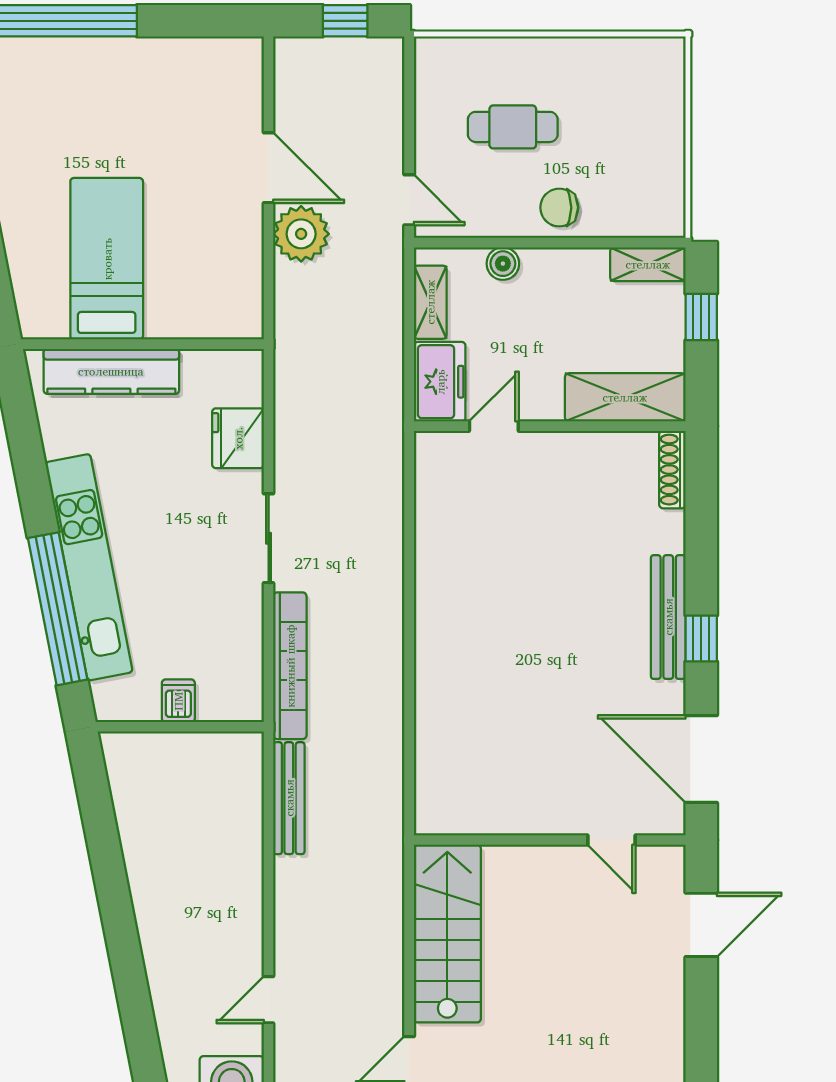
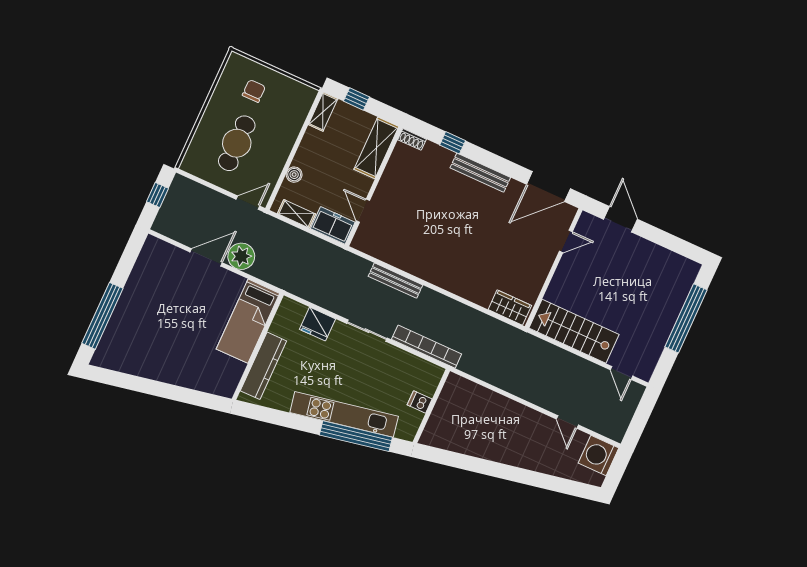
cafe table: (513, 127) -> (237, 143), width x1.37, depth x1.35
chair: (559, 208) -> (254, 91), moved, turned 180
bed: (107, 259) -> (248, 321), moved, turned -90
shoe rack: (672, 470) -> (412, 139), width x0.70
window: (701, 638) -> (453, 143), moved
wardrobe: (437, 790) -> (510, 308), added
bench: (289, 798) -> (395, 281), moved

